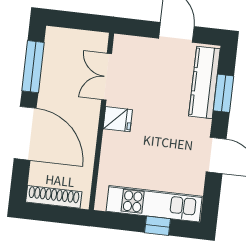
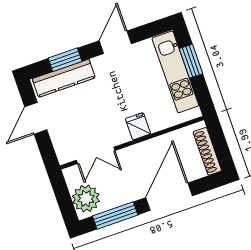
plant: (66, 44) -> (86, 198), added
fridge: (118, 119) -> (138, 126), moved
window: (158, 226) -> (191, 61), width x1.50

